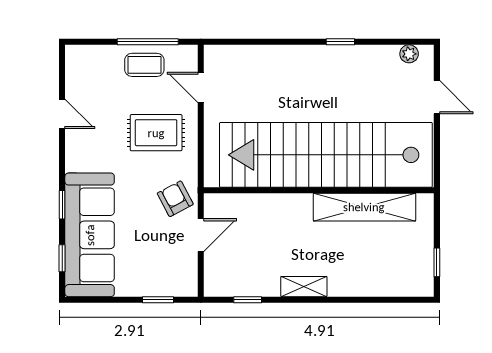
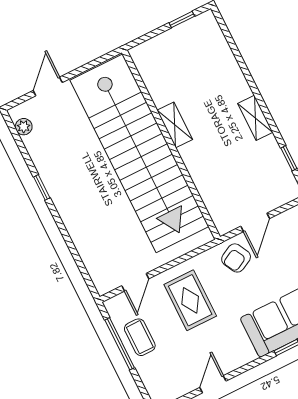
shelving: (364, 207) -> (175, 125), width x0.45, depth x0.75
door: (201, 235) -> (255, 222), swing flipped

